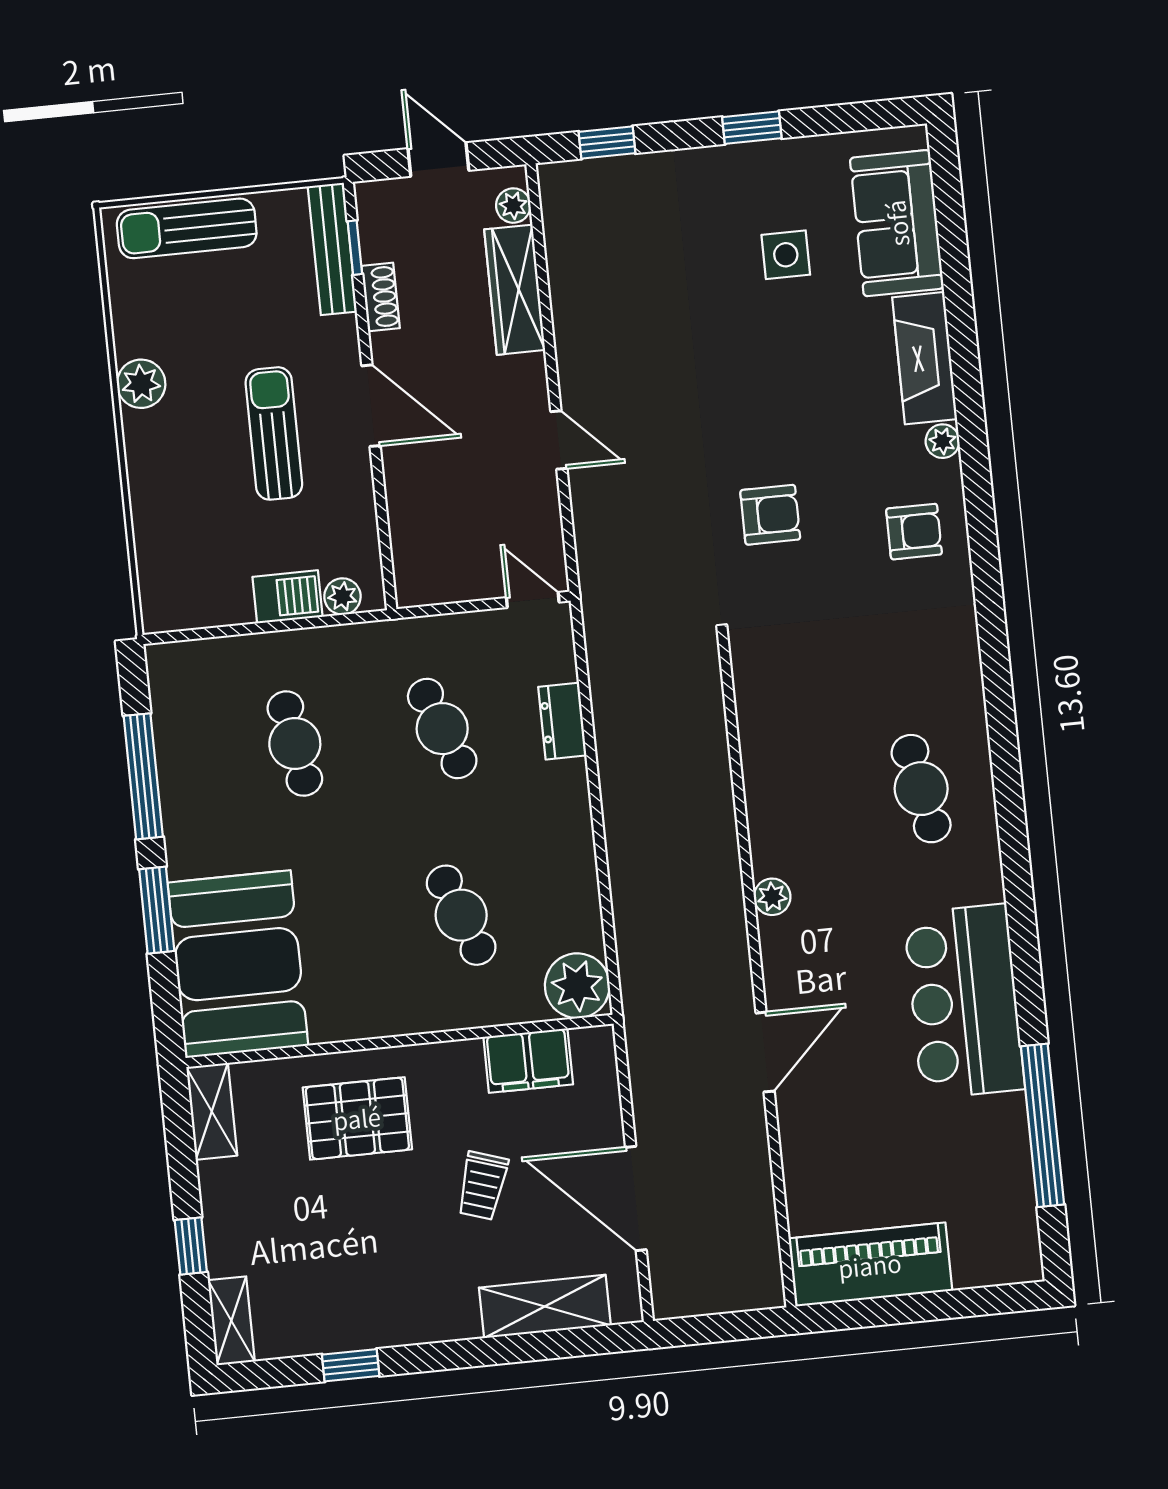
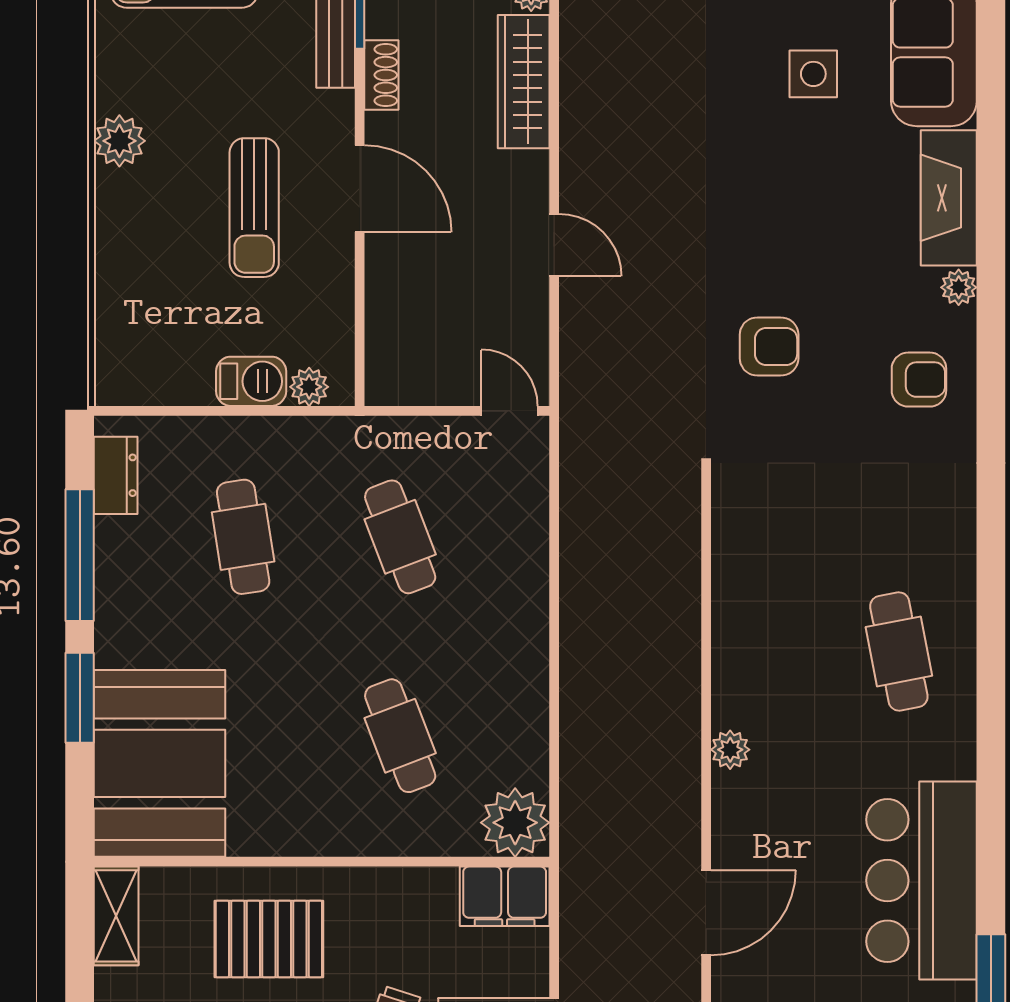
sun lounger: (274, 433) -> (254, 208), turned 180
dresser: (562, 721) -> (116, 475), moved, turned 180
filing cabinet: (528, 1061) -> (505, 896), moved

